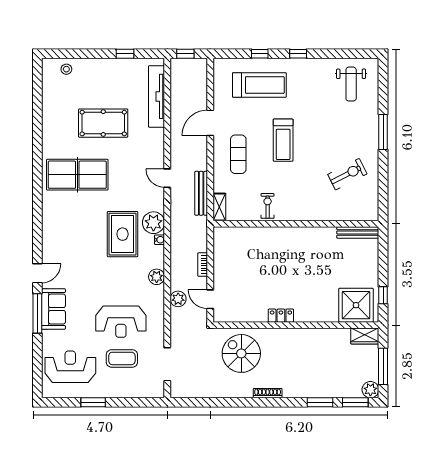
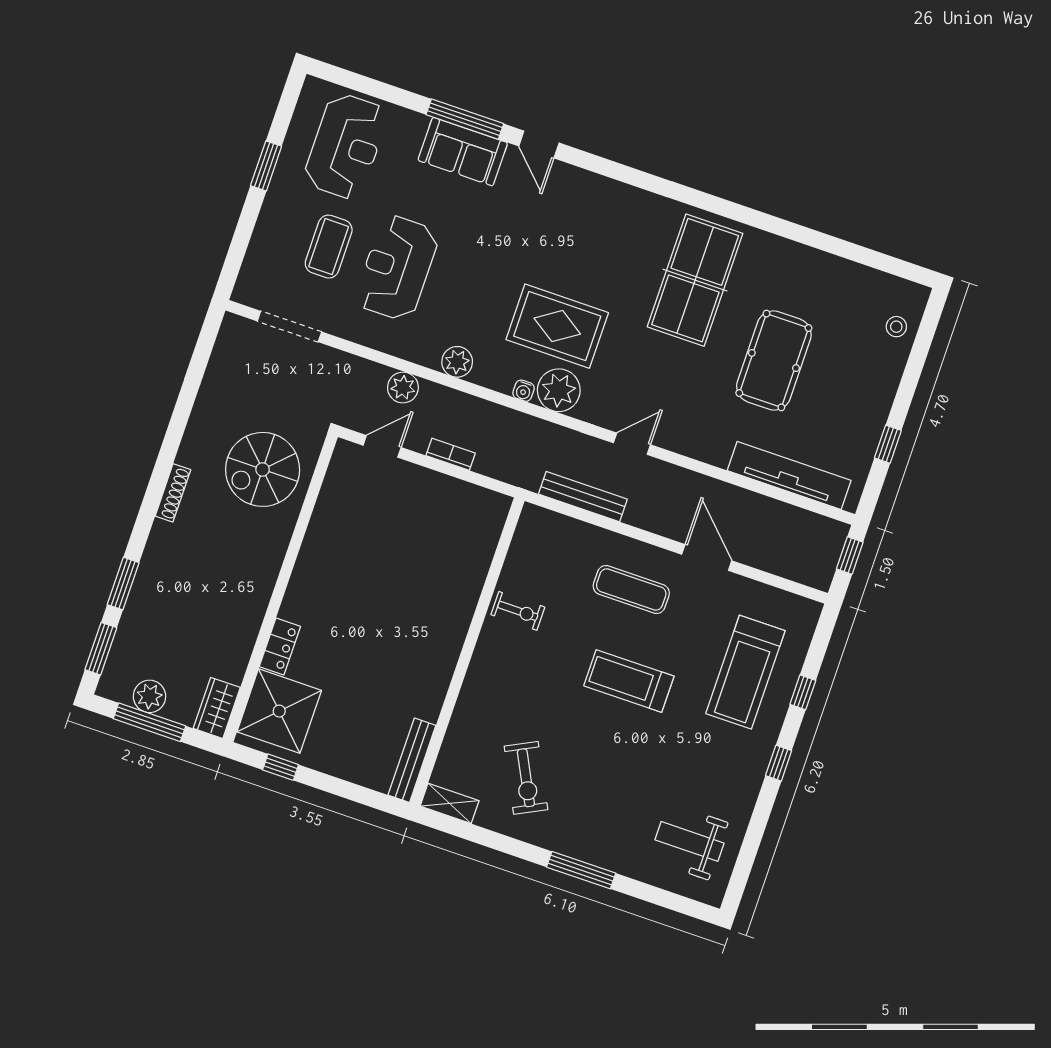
shelving: (219, 207) -> (450, 803), moved
locker: (281, 316) -> (280, 646), moved
spiral stairs: (241, 353) -> (263, 469), turned 180
plant: (370, 390) -> (149, 696), moved

